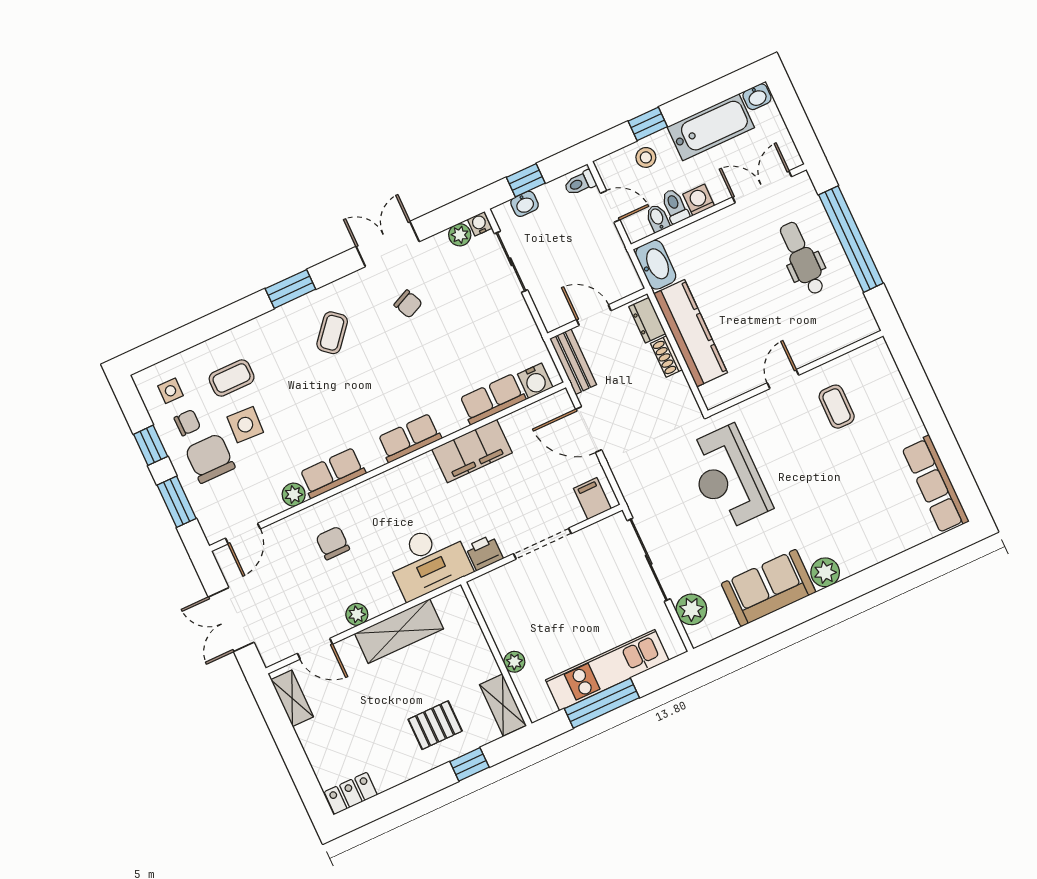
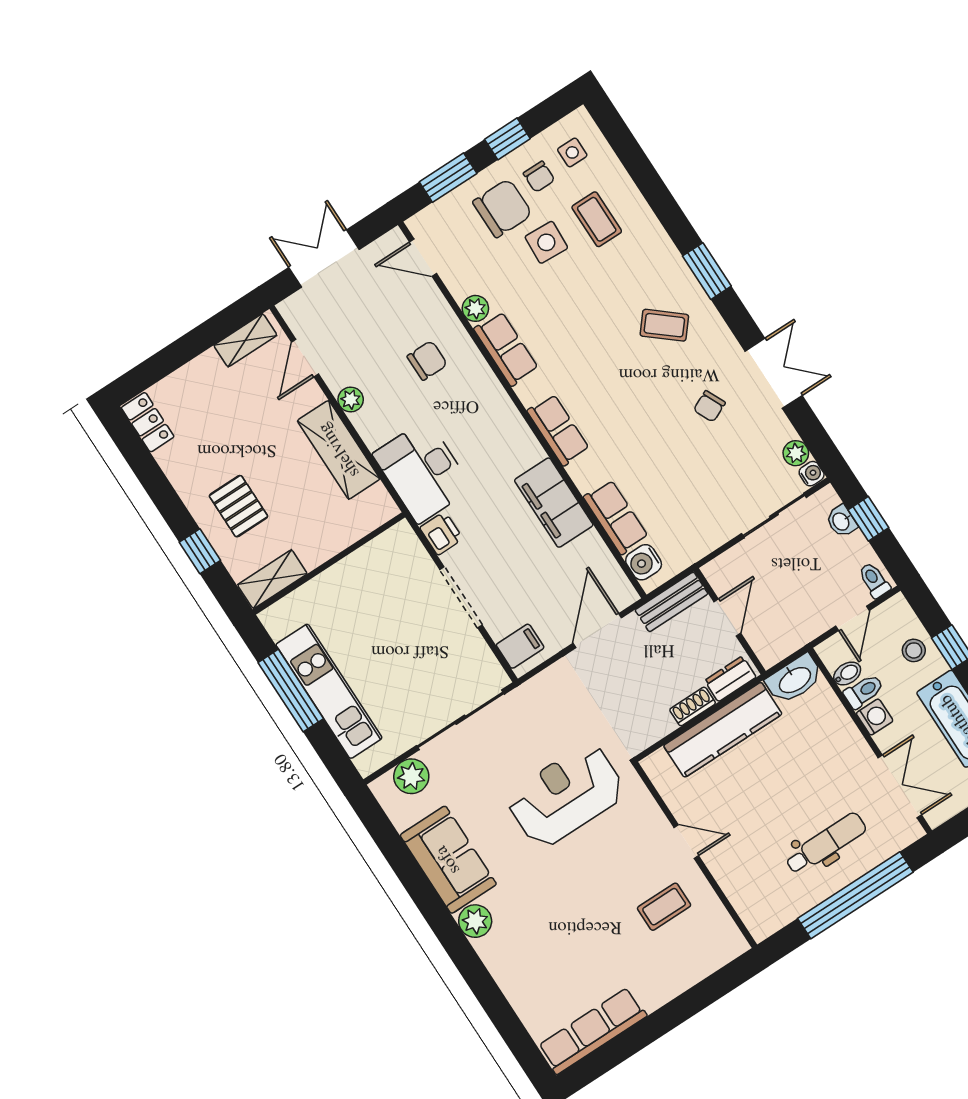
plant: (514, 662) -> (323, 585), removed

